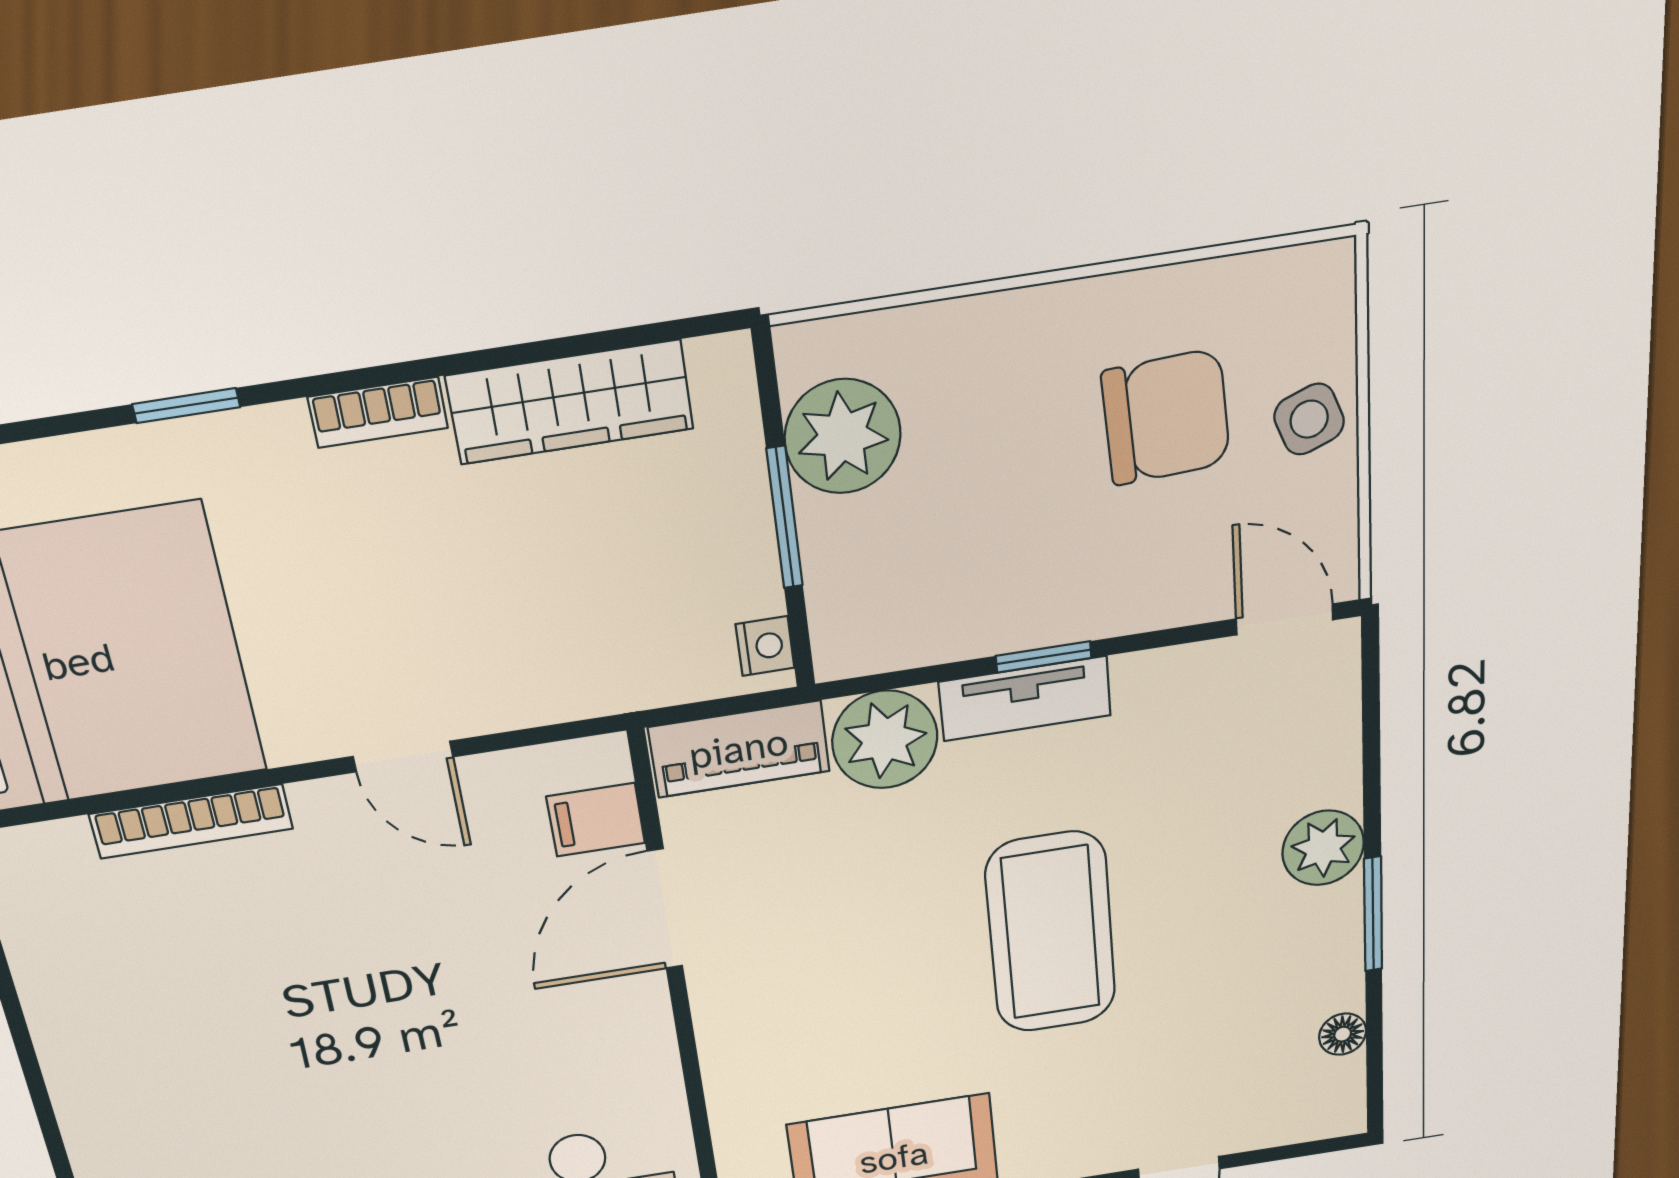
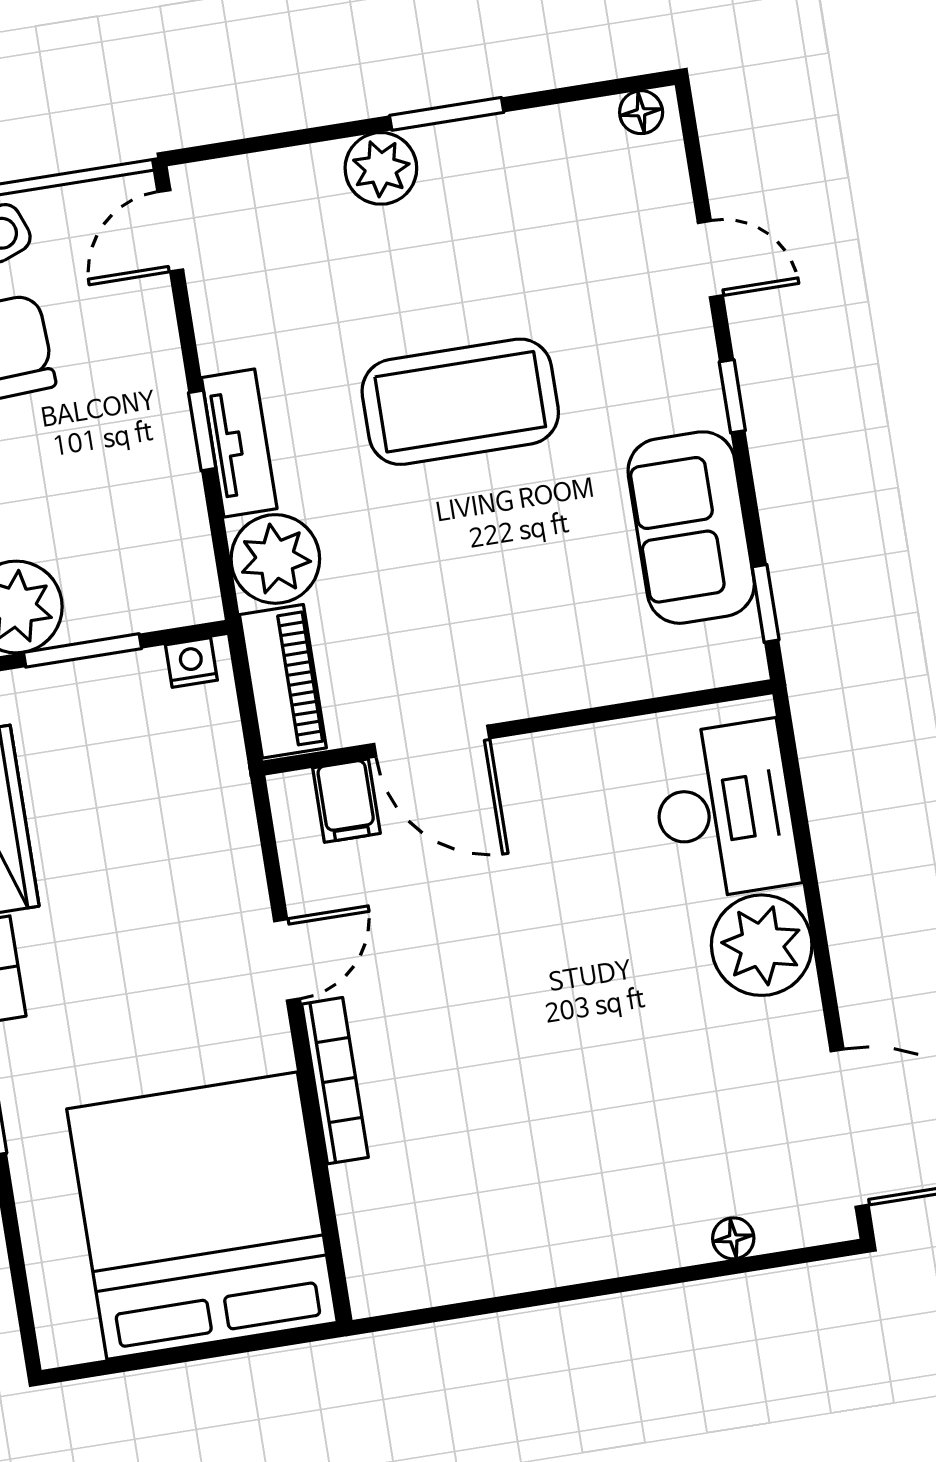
bookcase: (191, 821) -> (335, 1081), moved
floor lamp: (1343, 1034) -> (641, 112), moved

